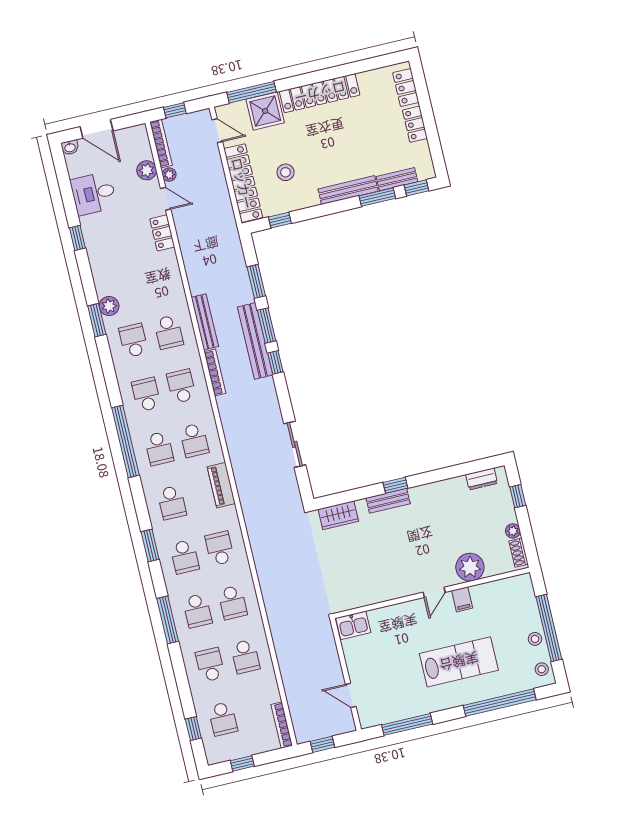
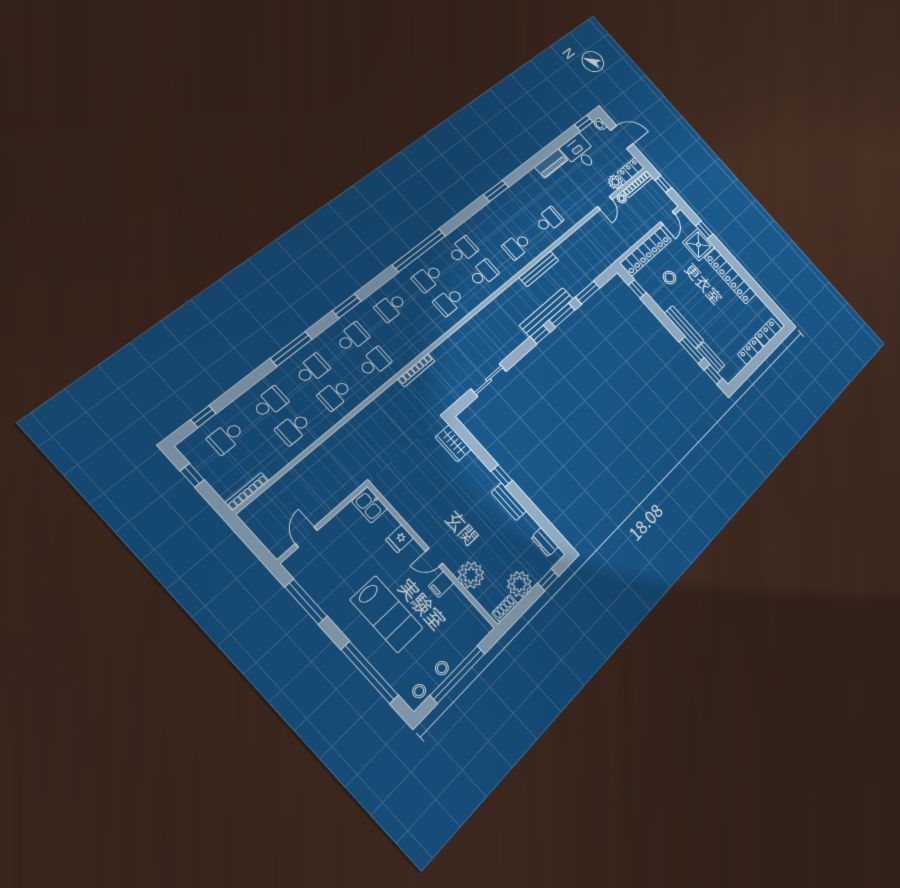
window: (252, 92) -> (704, 230), width x0.46
door: (97, 129) -> (622, 137), swing flipped
locker: (162, 233) -> (631, 170), moved
window: (77, 238) -> (584, 123), moved
plant: (109, 306) -> (511, 195), removed
school desk: (133, 340) -> (549, 220), moved
bookcase: (215, 373) -> (416, 370), moved
piano: (221, 485) -> (551, 164), moved, turned 180
bench: (388, 501) -> (509, 502), moved
plant: (513, 531) -> (519, 584), width x1.87, depth x1.87
school desk: (185, 557) -> (352, 337), turned 180
school desk: (197, 611) -> (312, 369), turned 180
fridge: (399, 614) -> (400, 539), added
window: (322, 744) -> (248, 537), removed

